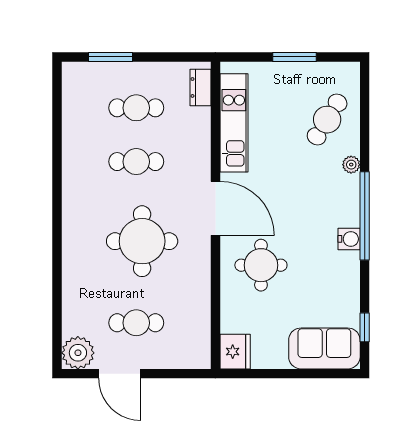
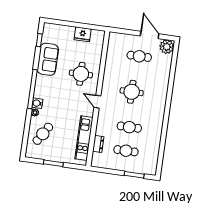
dresser: (201, 87) -> (98, 144), moved
door: (215, 208) -> (97, 102), width x0.53
water cooler: (349, 239) -> (37, 103), moved
round table: (142, 241) -> (132, 92), width x0.73, depth x0.73
sofa: (324, 348) -> (48, 59), moved, turned -90
fridge: (235, 352) -> (83, 34), moved, turned -90

